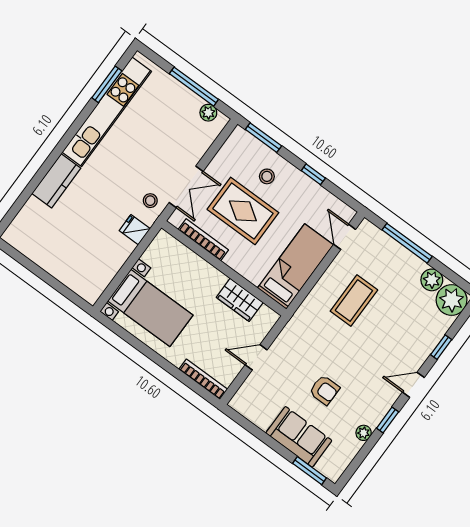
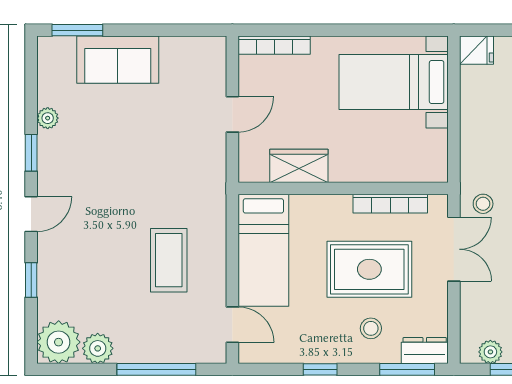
dresser: (245, 141) -> (425, 351), added
double door: (186, 187) -> (454, 249), swing flipped
fridge: (135, 230) -> (476, 50), moved
armchair: (324, 390) -> (128, 134), removed

